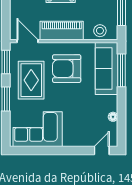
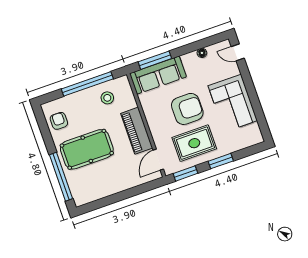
stool: (100, 31) -> (107, 98), moved
armchair: (67, 69) -> (187, 109), moved, turned -90
corner sofa: (38, 129) -> (233, 103), moved

